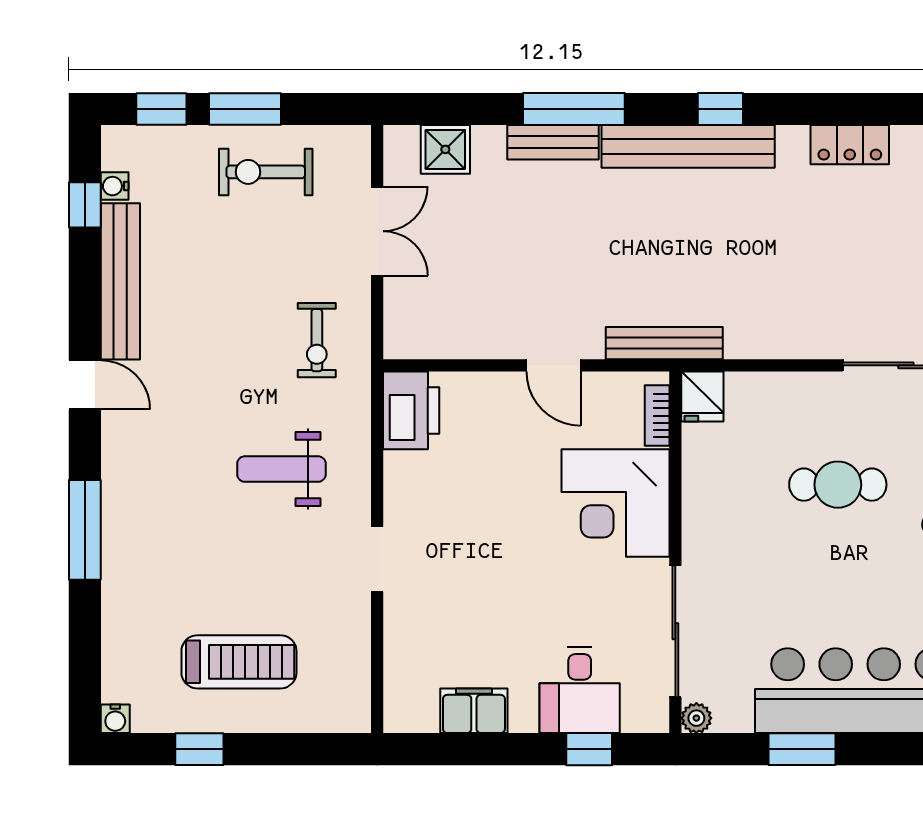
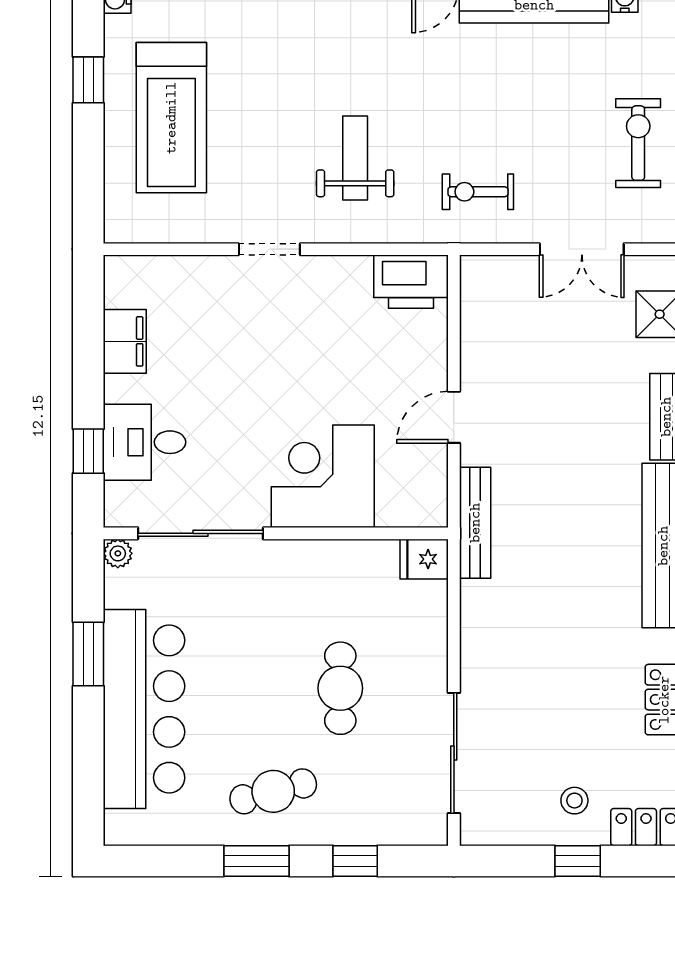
bookcase: (657, 416) -> (406, 516), removed
treadmill: (239, 662) -> (171, 118), width x1.37, depth x1.38

